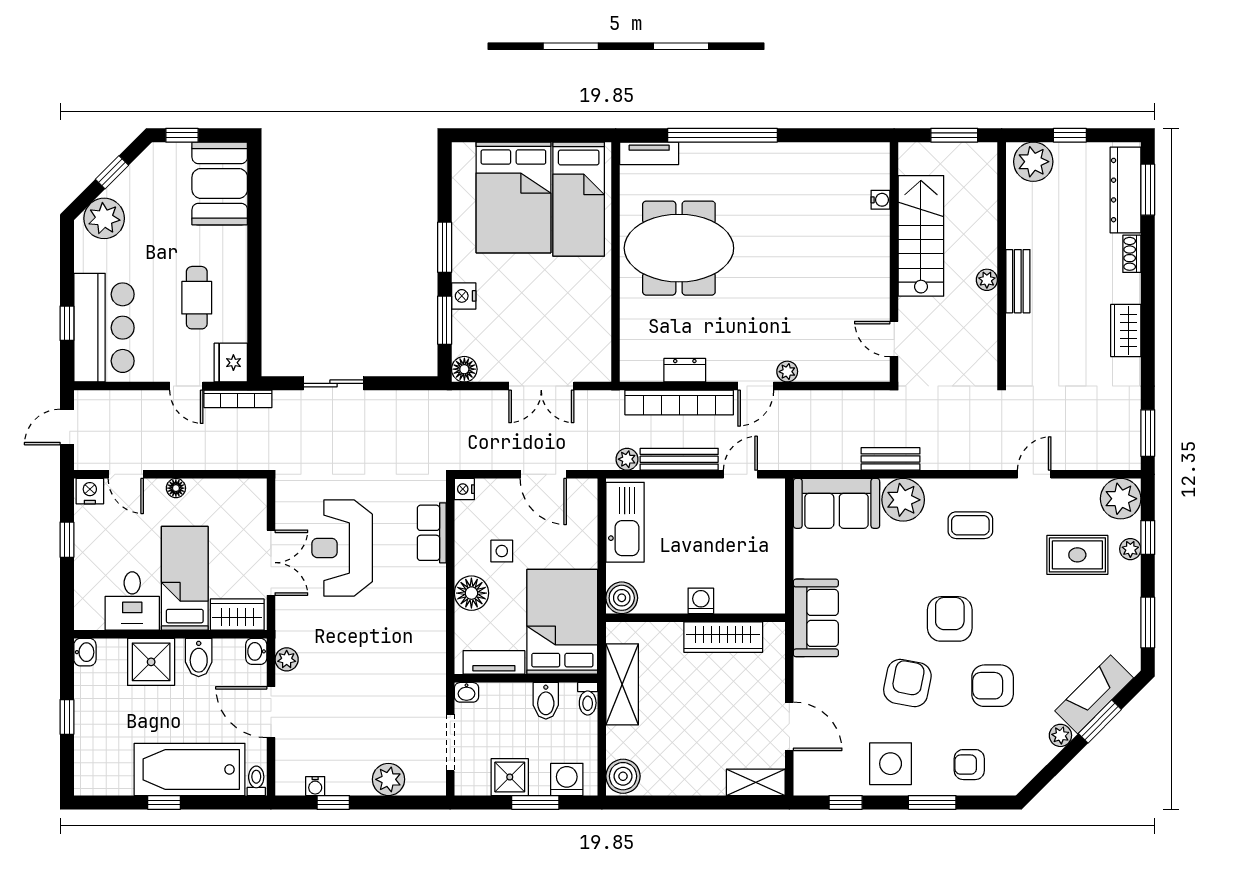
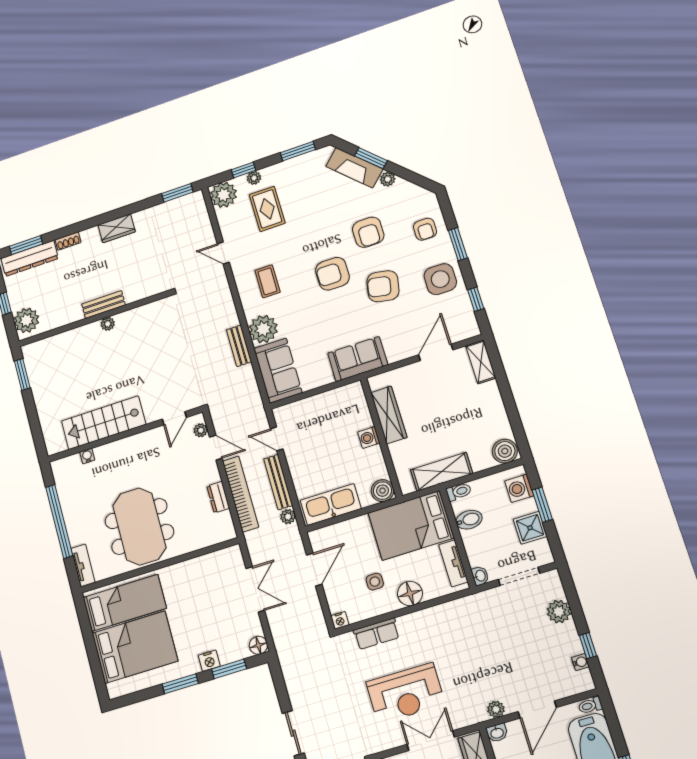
water cooler: (880, 200) -> (87, 456), moved
stairs: (921, 236) -> (104, 423), moved
wall: (894, 262) -> (125, 434), moved
door: (894, 339) -> (174, 418), moved

